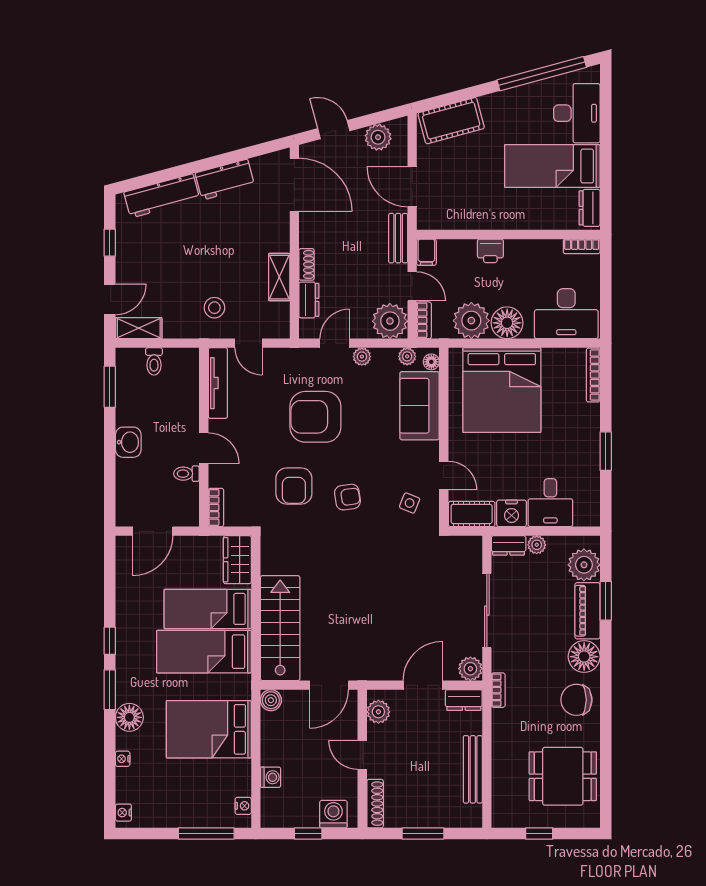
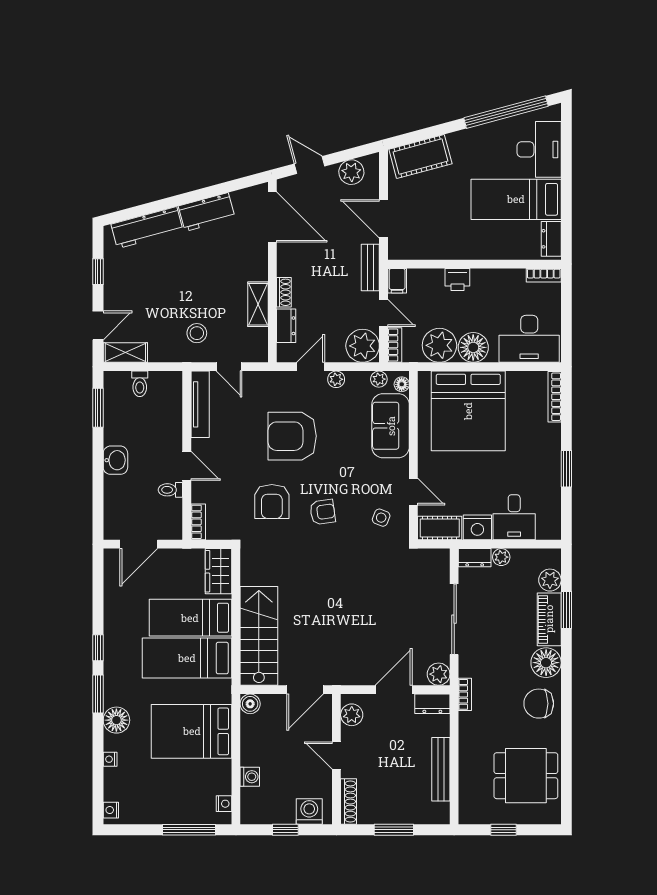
plant: (584, 565) -> (550, 580), width x0.73, depth x0.73

